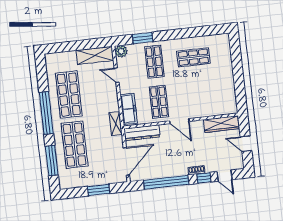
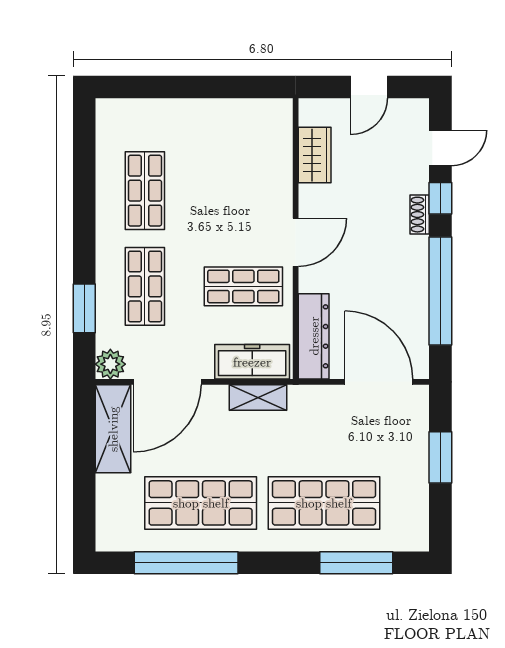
shop shelf: (154, 62) -> (145, 286), turned 90
door: (117, 75) -> (167, 382), width x1.87
window: (46, 113) -> (186, 563), moved
shelving: (116, 124) -> (258, 397), moved
wardrobe: (221, 124) -> (315, 155), width x0.67

